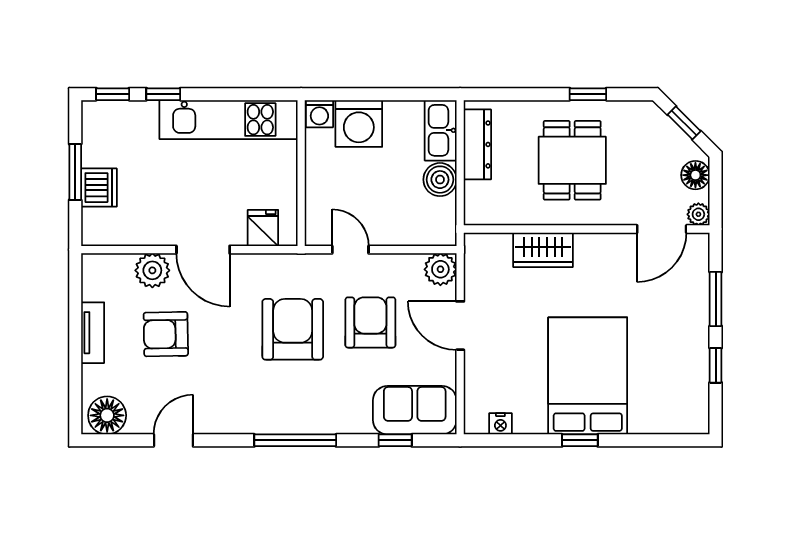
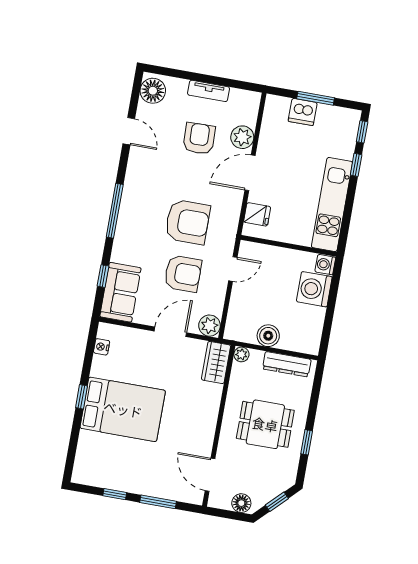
kitchen sink: (441, 130) -> (300, 342), removed
plant: (698, 214) -> (241, 354), moved
wardrobe: (543, 250) -> (216, 362), moved

